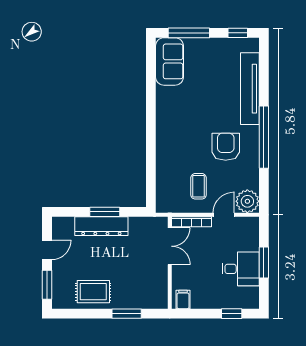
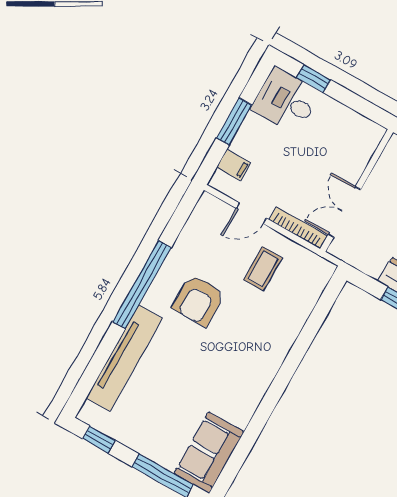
plant: (247, 201) -> (210, 213), removed
desk: (241, 269) -> (286, 101), moved
filing cabinet: (183, 300) -> (234, 165), moved, turned -90

